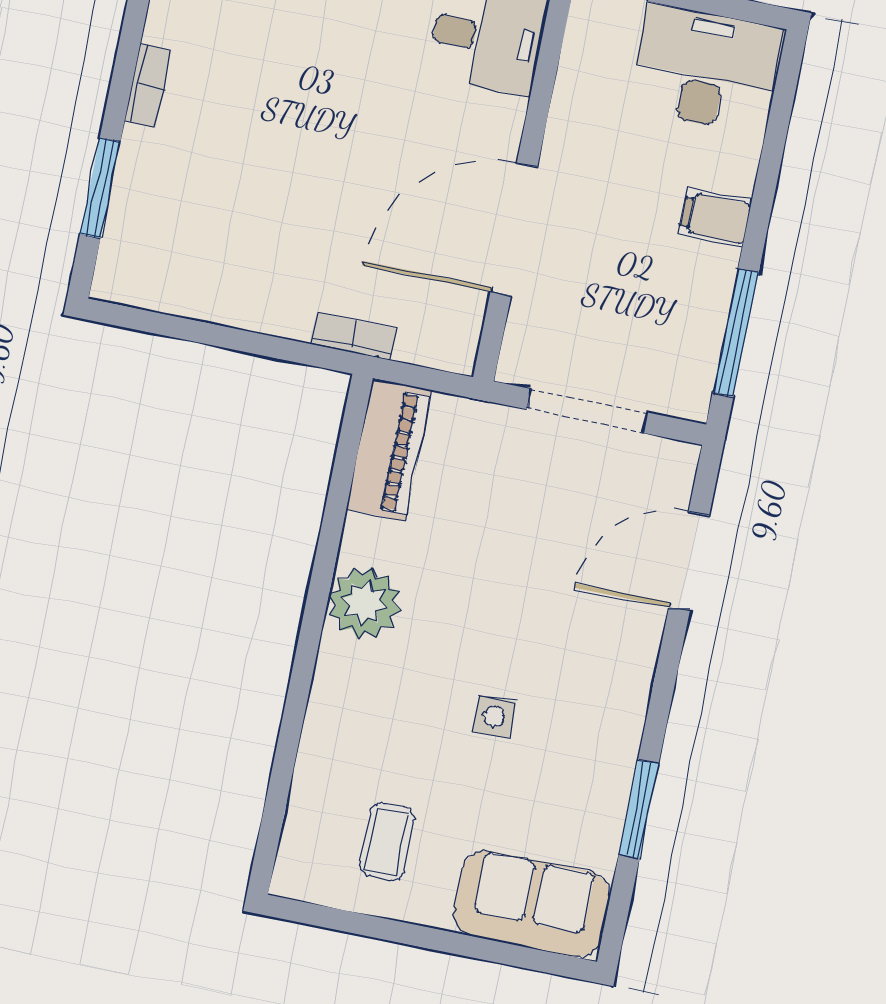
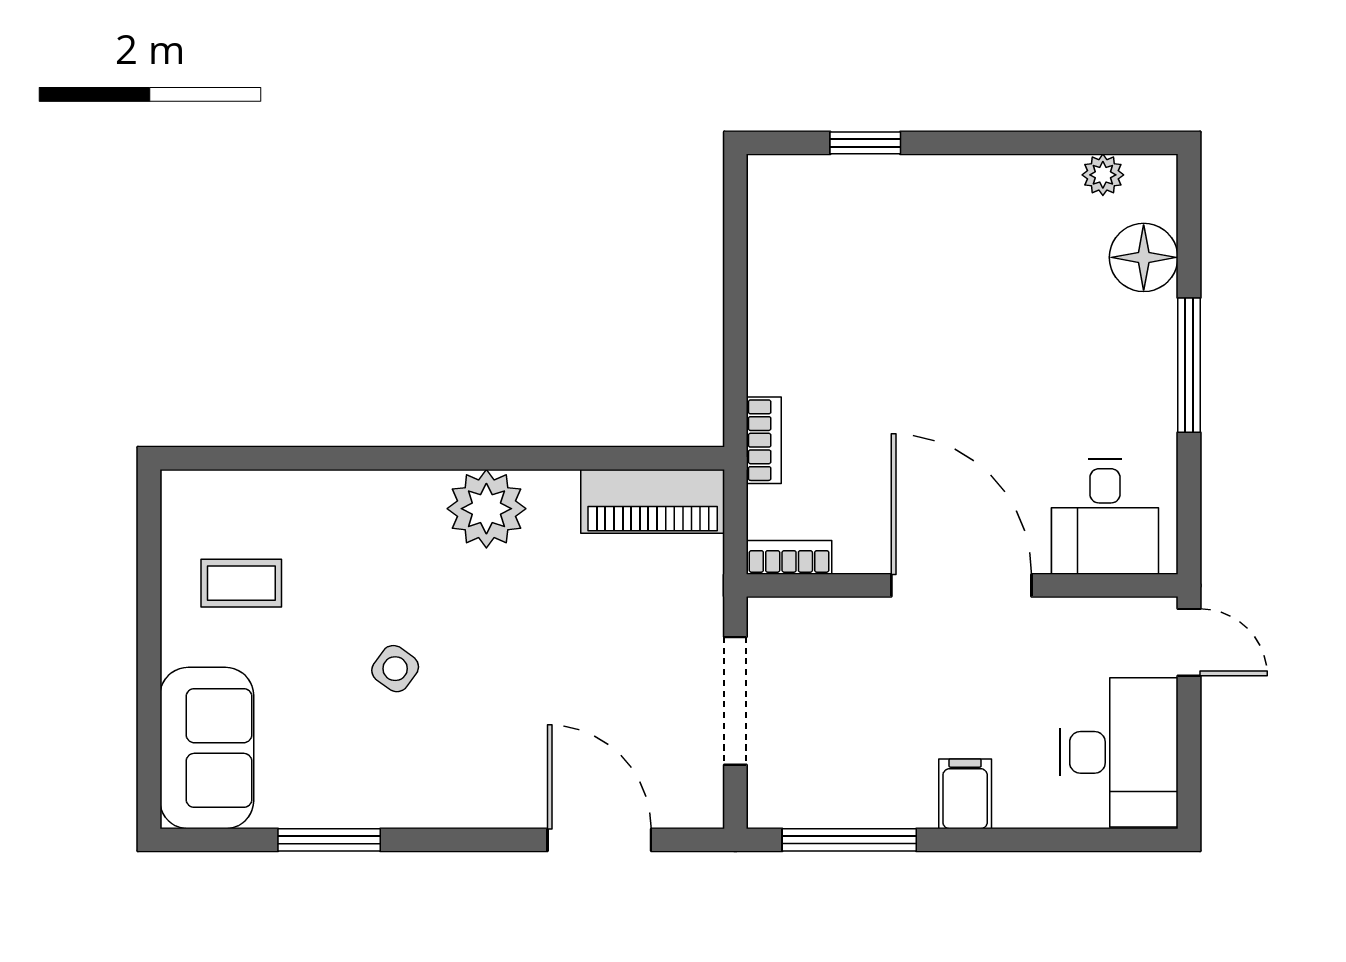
bookcase: (148, 86) -> (789, 557), moved, turned 180
window: (100, 188) -> (865, 143), width x0.67
door: (514, 229) -> (961, 585), moved
side table: (494, 717) -> (395, 669), turned 36

